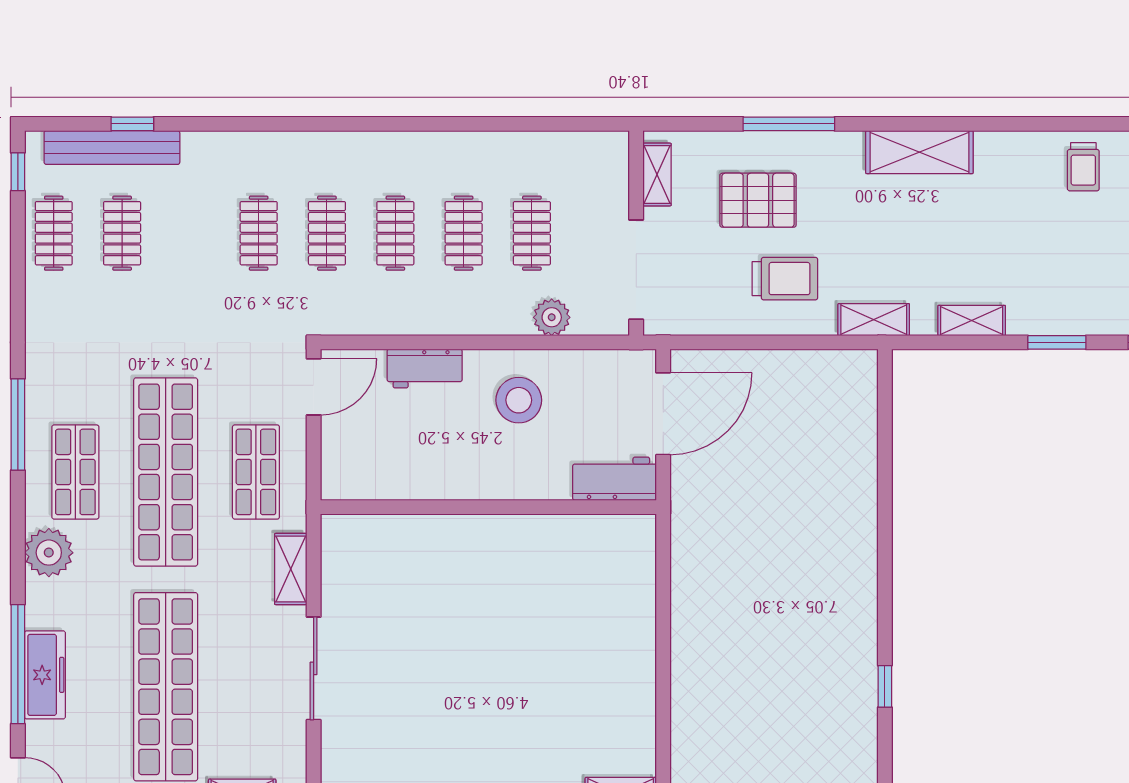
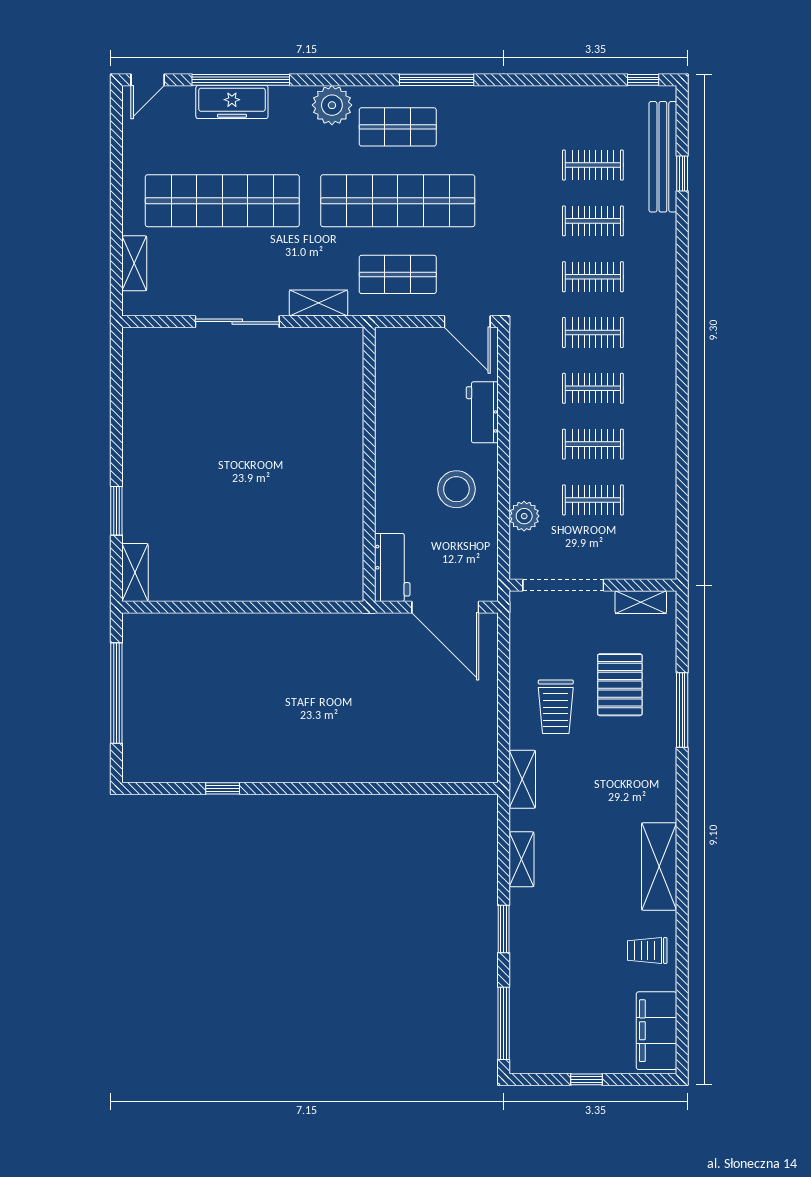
shelving: (919, 152) -> (659, 866), moved
clothes rail: (54, 233) -> (593, 221), moved

